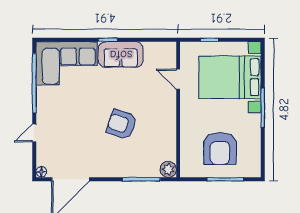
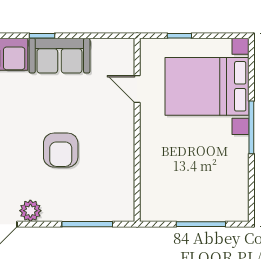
armchair: (122, 124) -> (61, 150), turned -109
armchair: (220, 148) -> (193, 182), removed
plant: (168, 169) -> (30, 211), moved

